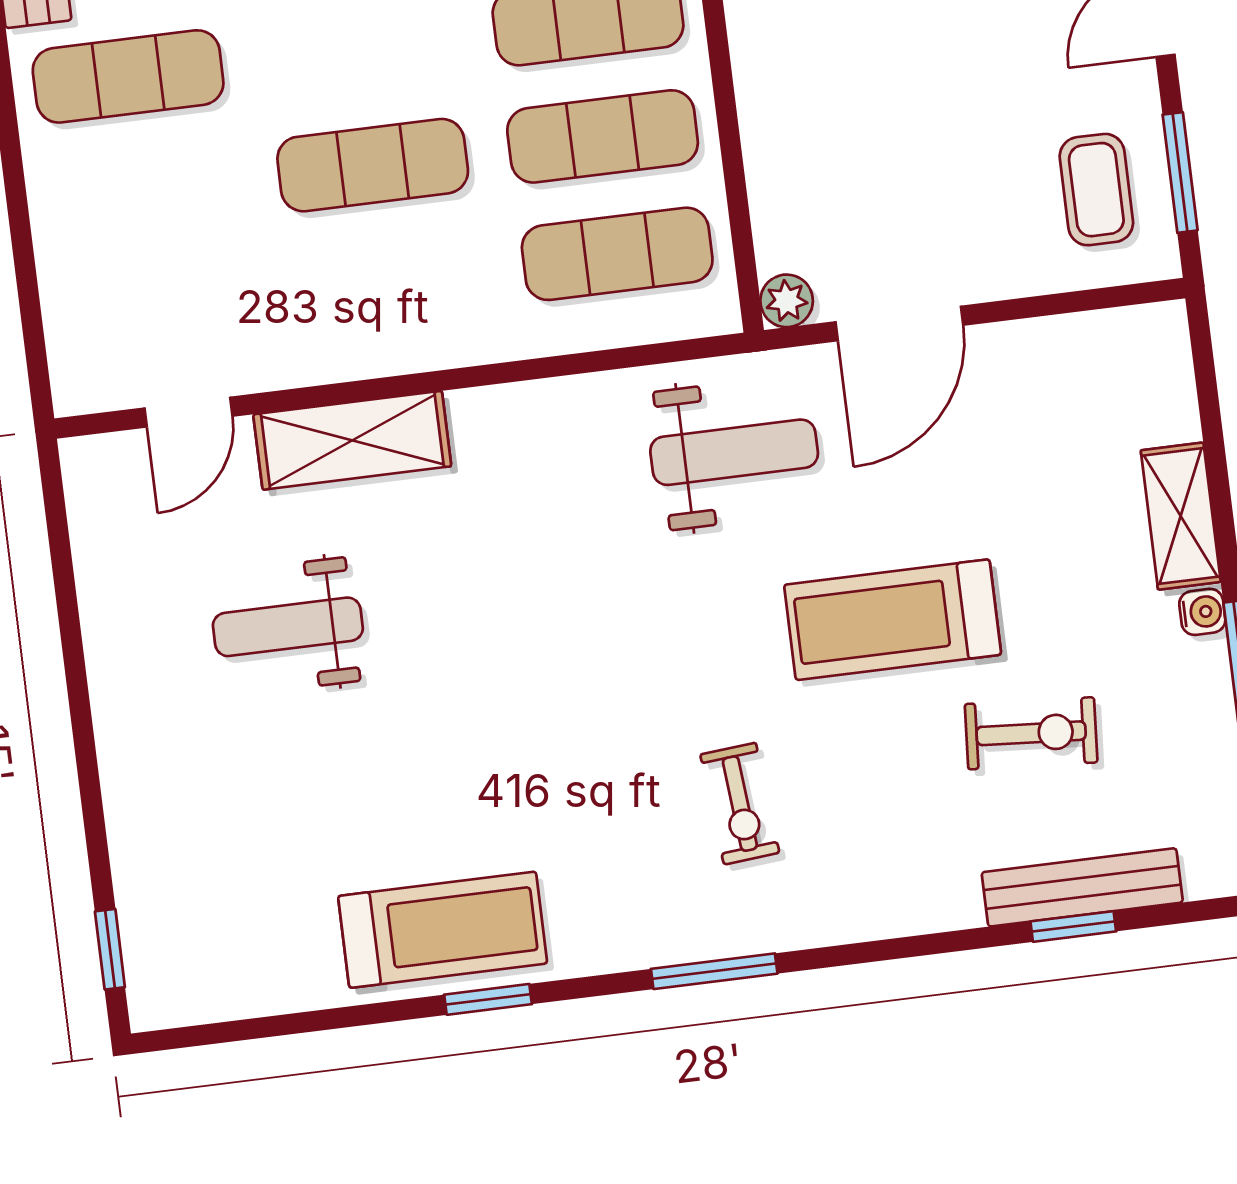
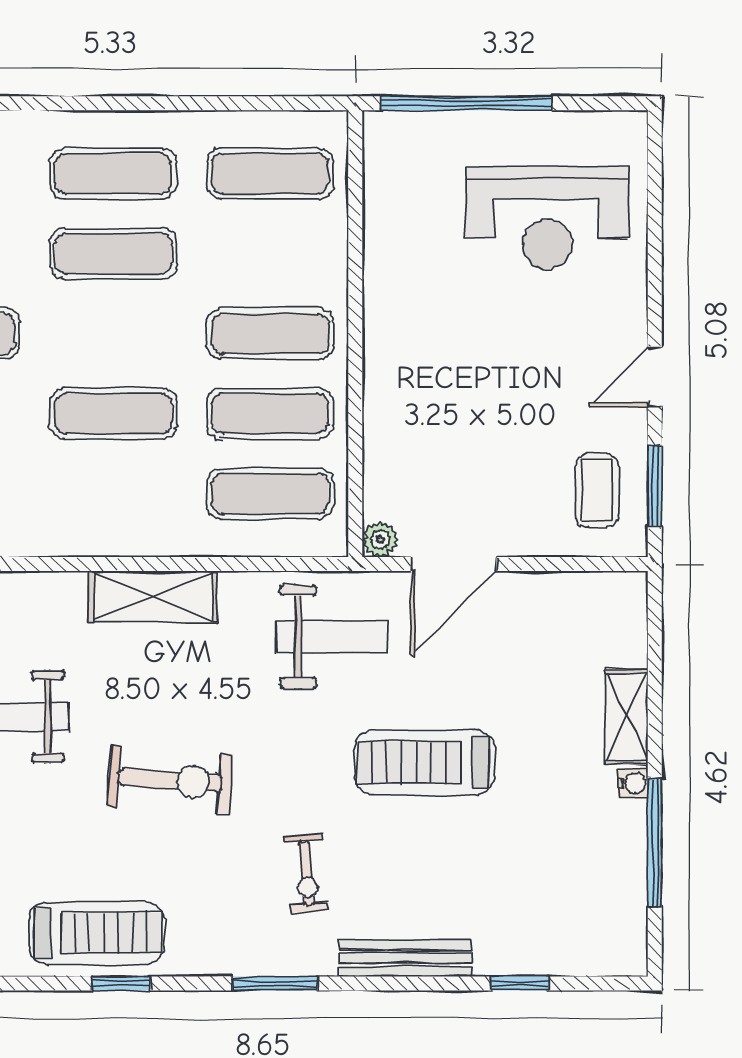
shelving: (352, 440) -> (153, 597), moved
exercise bike: (1031, 733) -> (170, 780), moved, width x1.38, depth x1.39
bench: (1082, 887) -> (406, 958), moved

